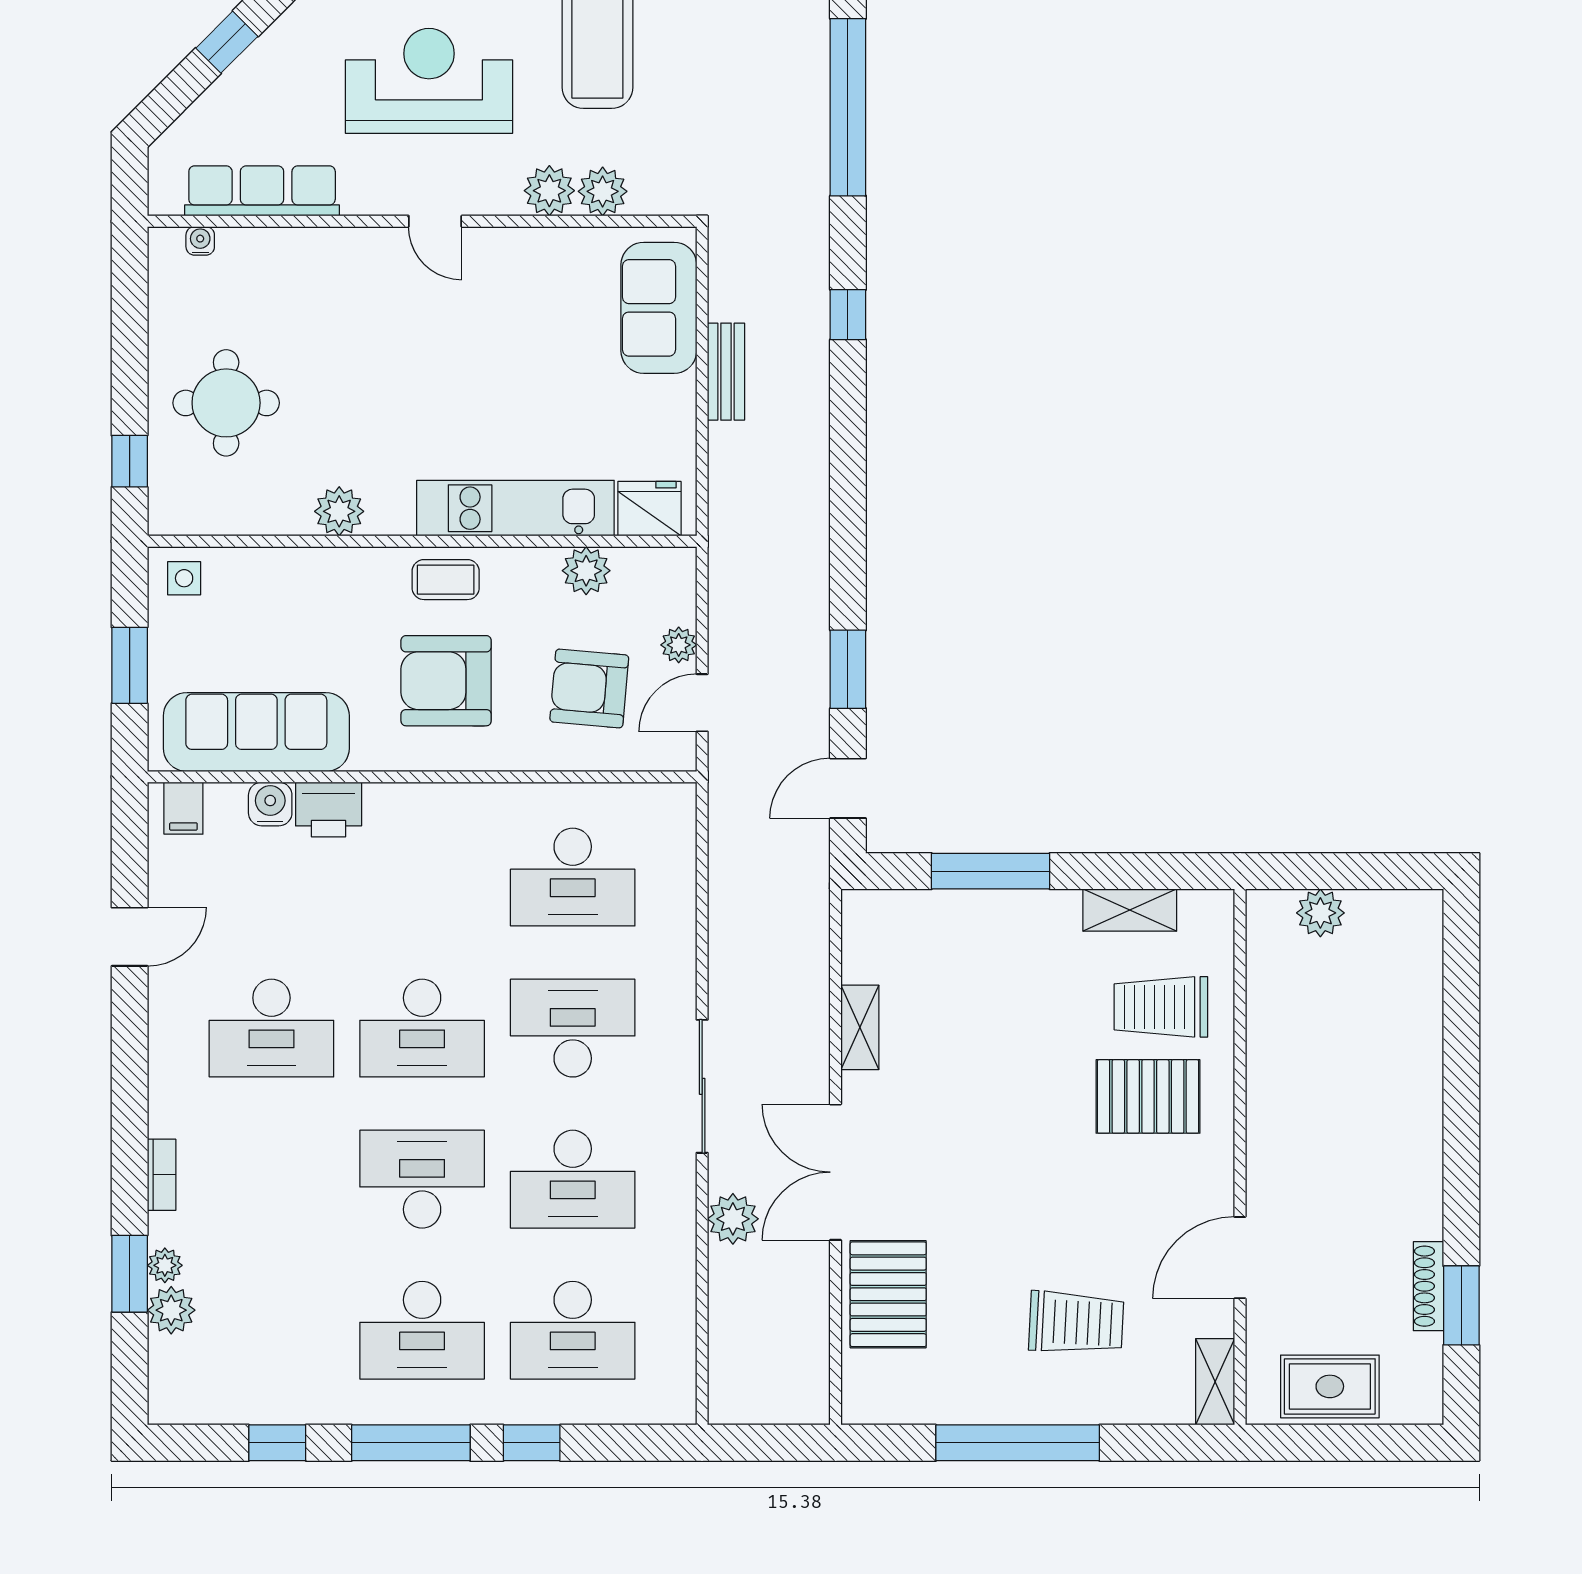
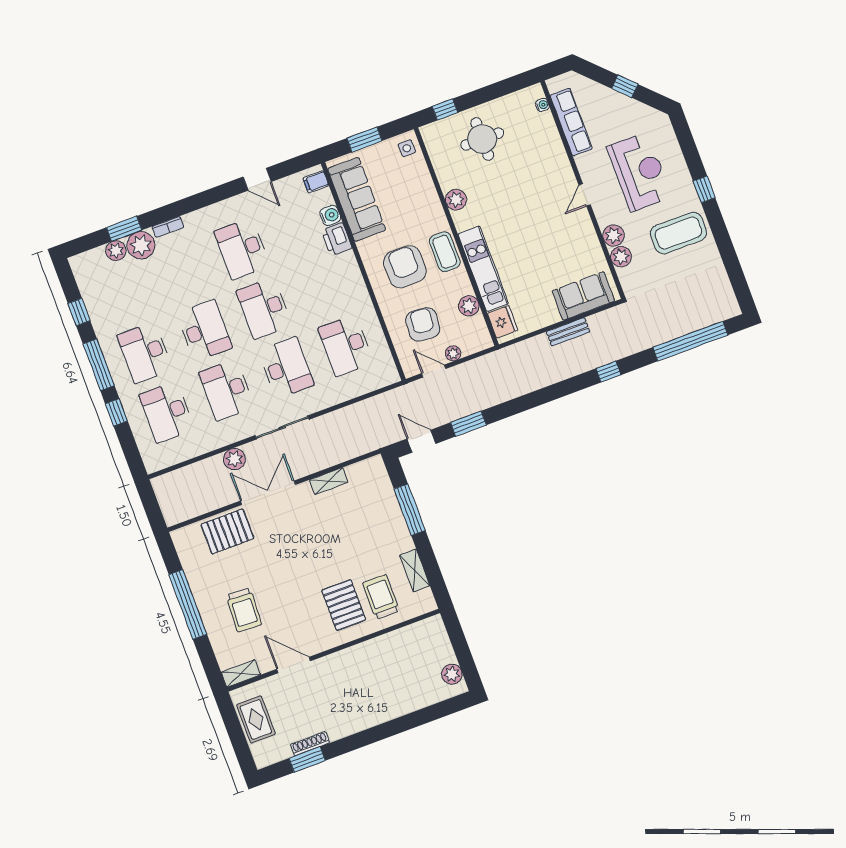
coffee table: (446, 580) -> (445, 252), width x1.36, depth x1.30
plant: (1320, 913) -> (452, 674), moved
plant: (165, 1265) -> (141, 245), width x1.88, depth x1.88

